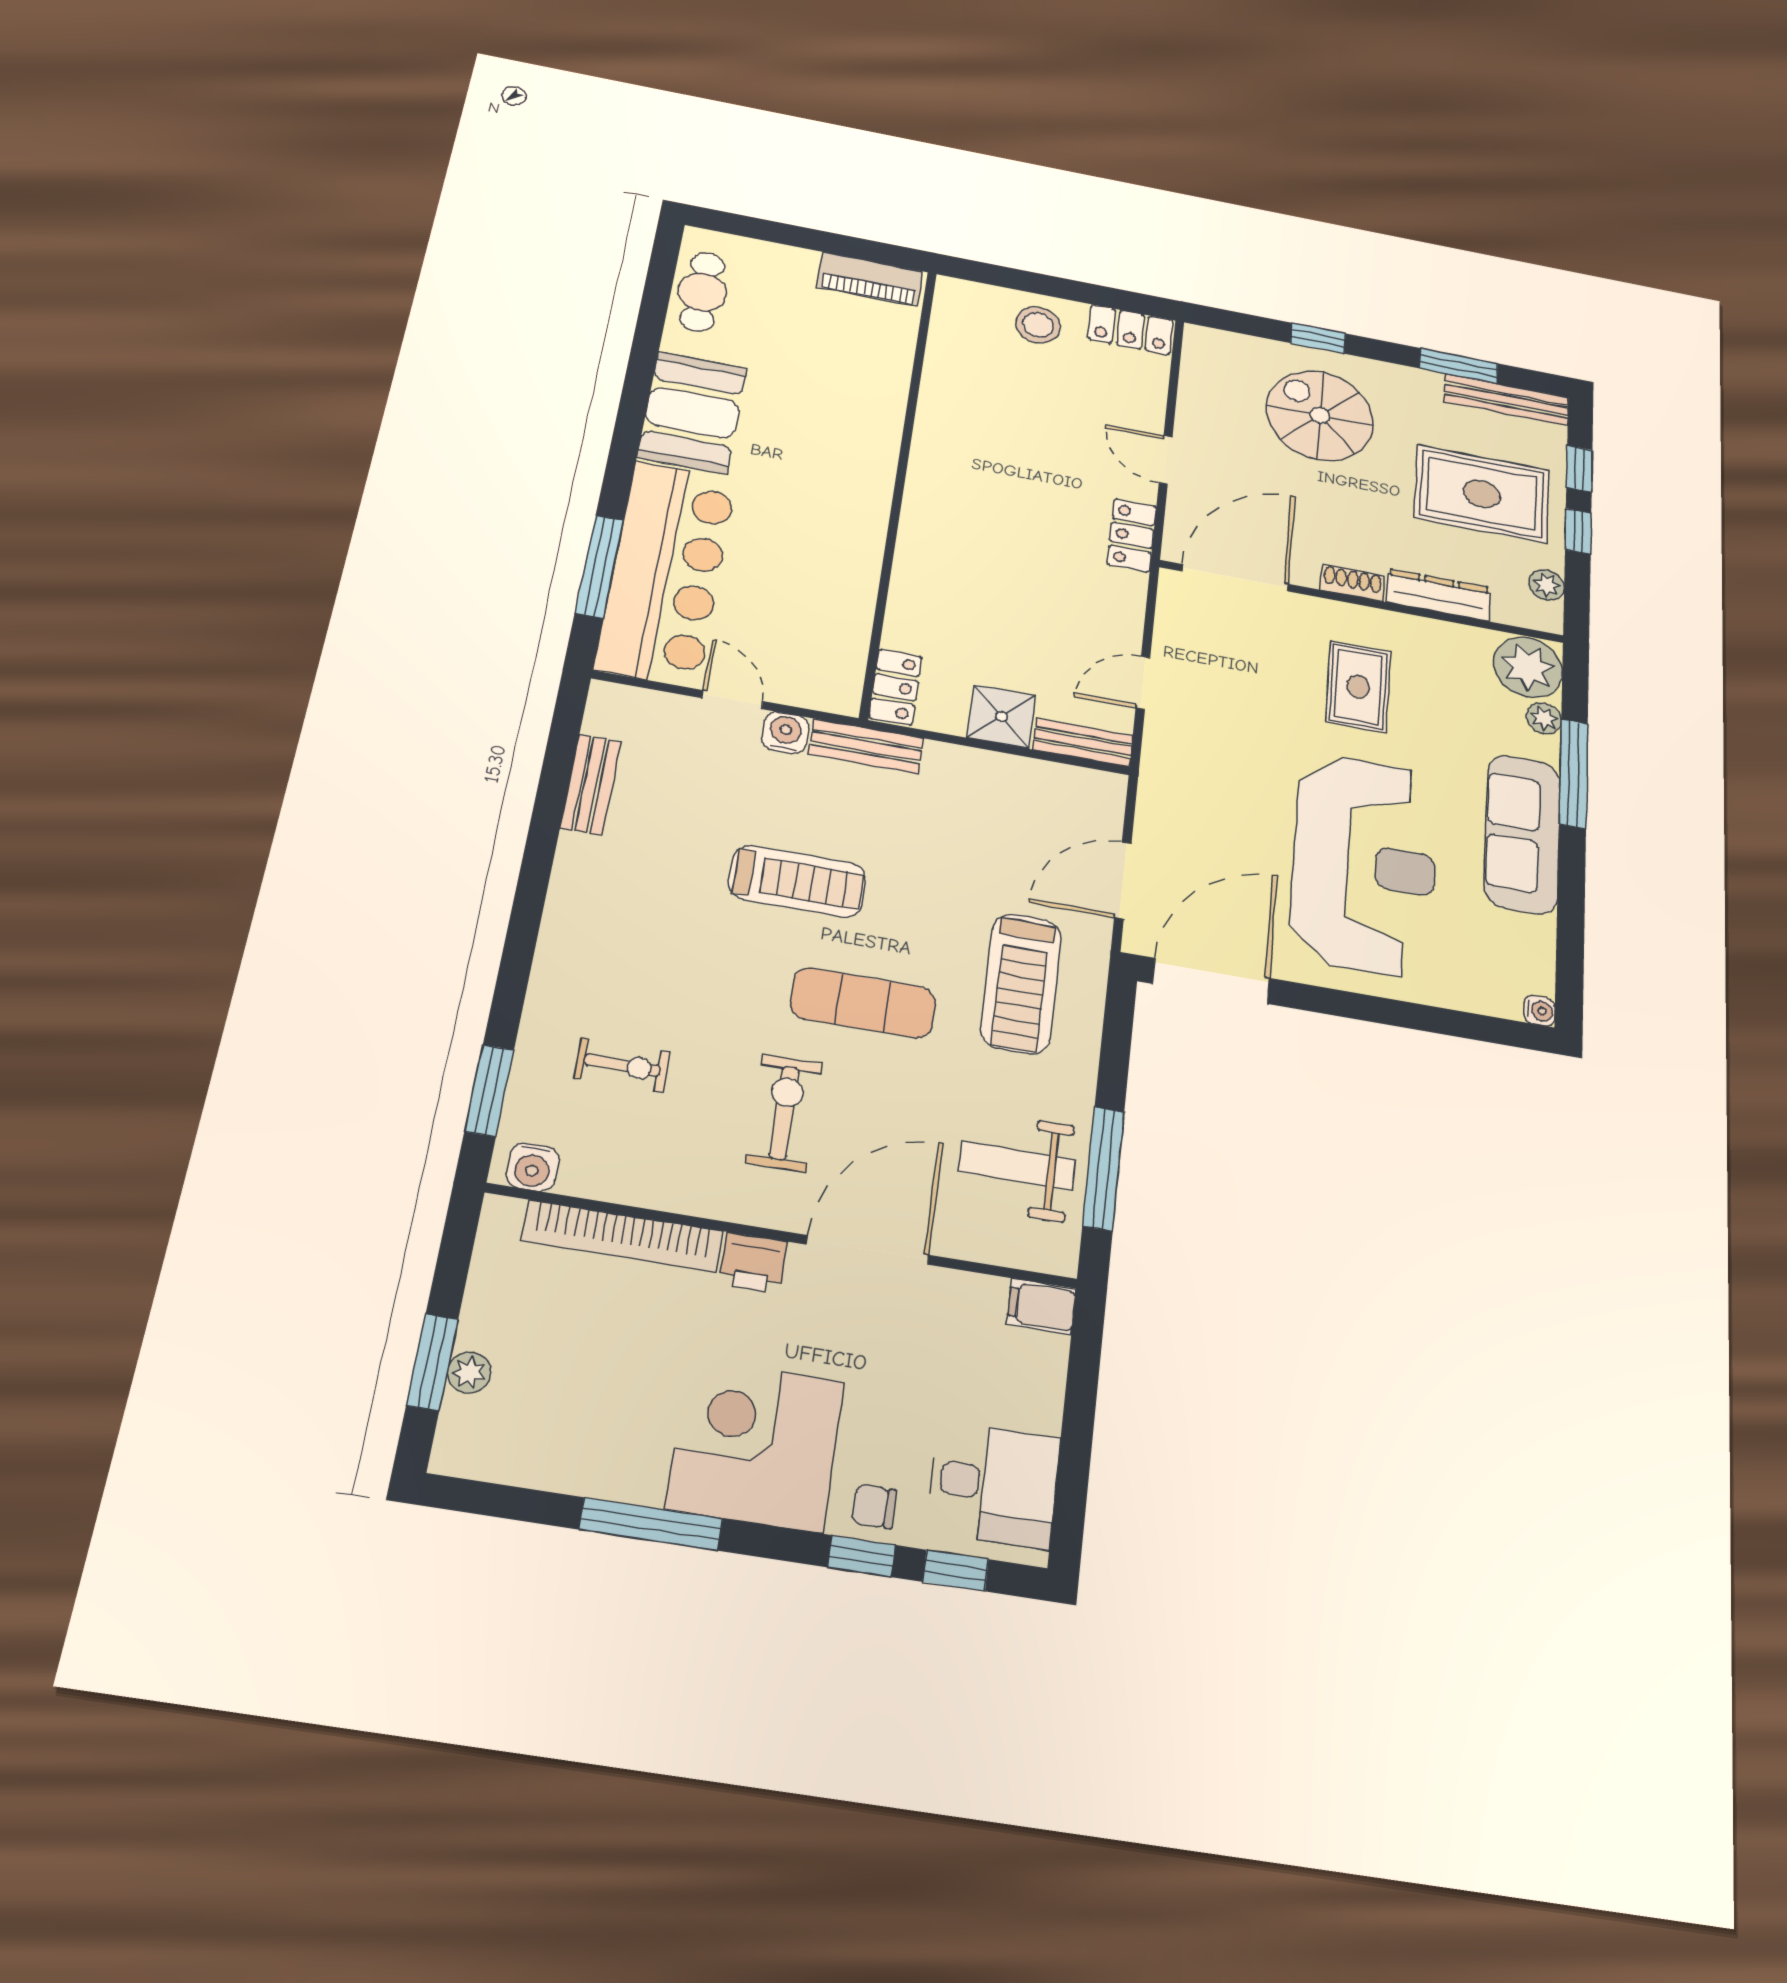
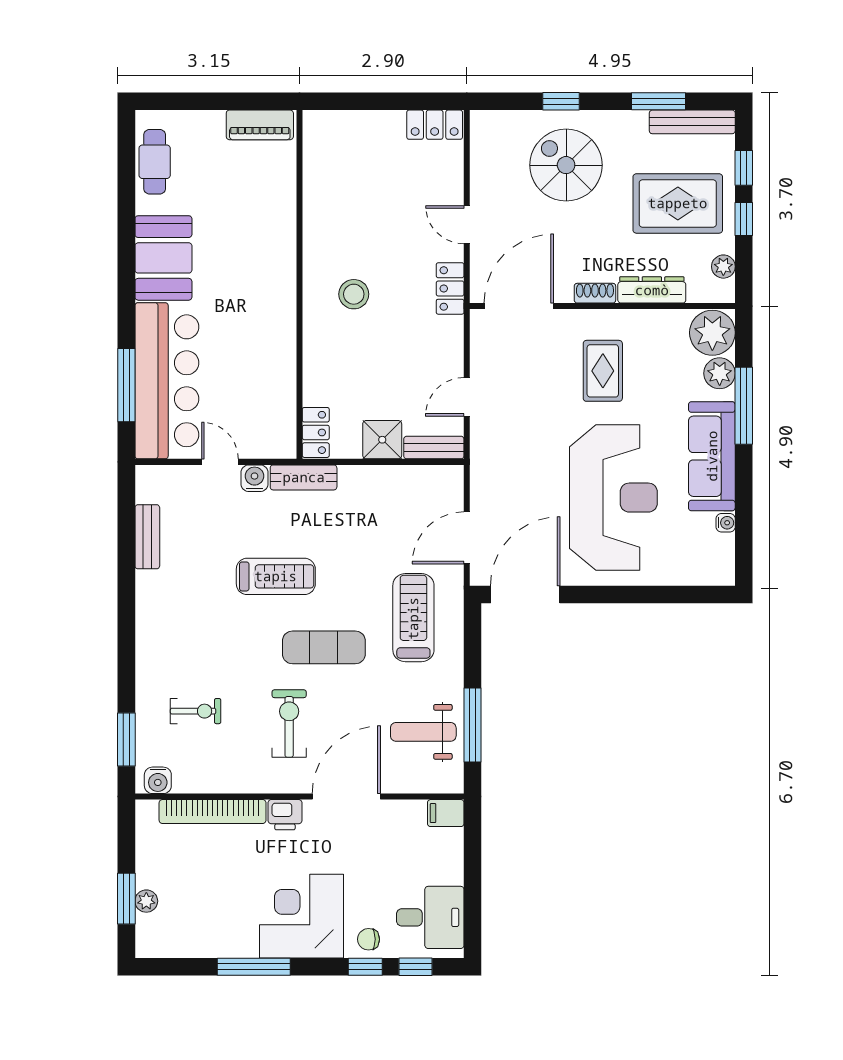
stool: (1038, 325) -> (354, 294), moved
plant: (1544, 719) -> (720, 373), width x1.38, depth x1.38
treadmill: (1021, 983) -> (413, 618), turned 180
water cooler: (1540, 1011) -> (726, 523), moved

